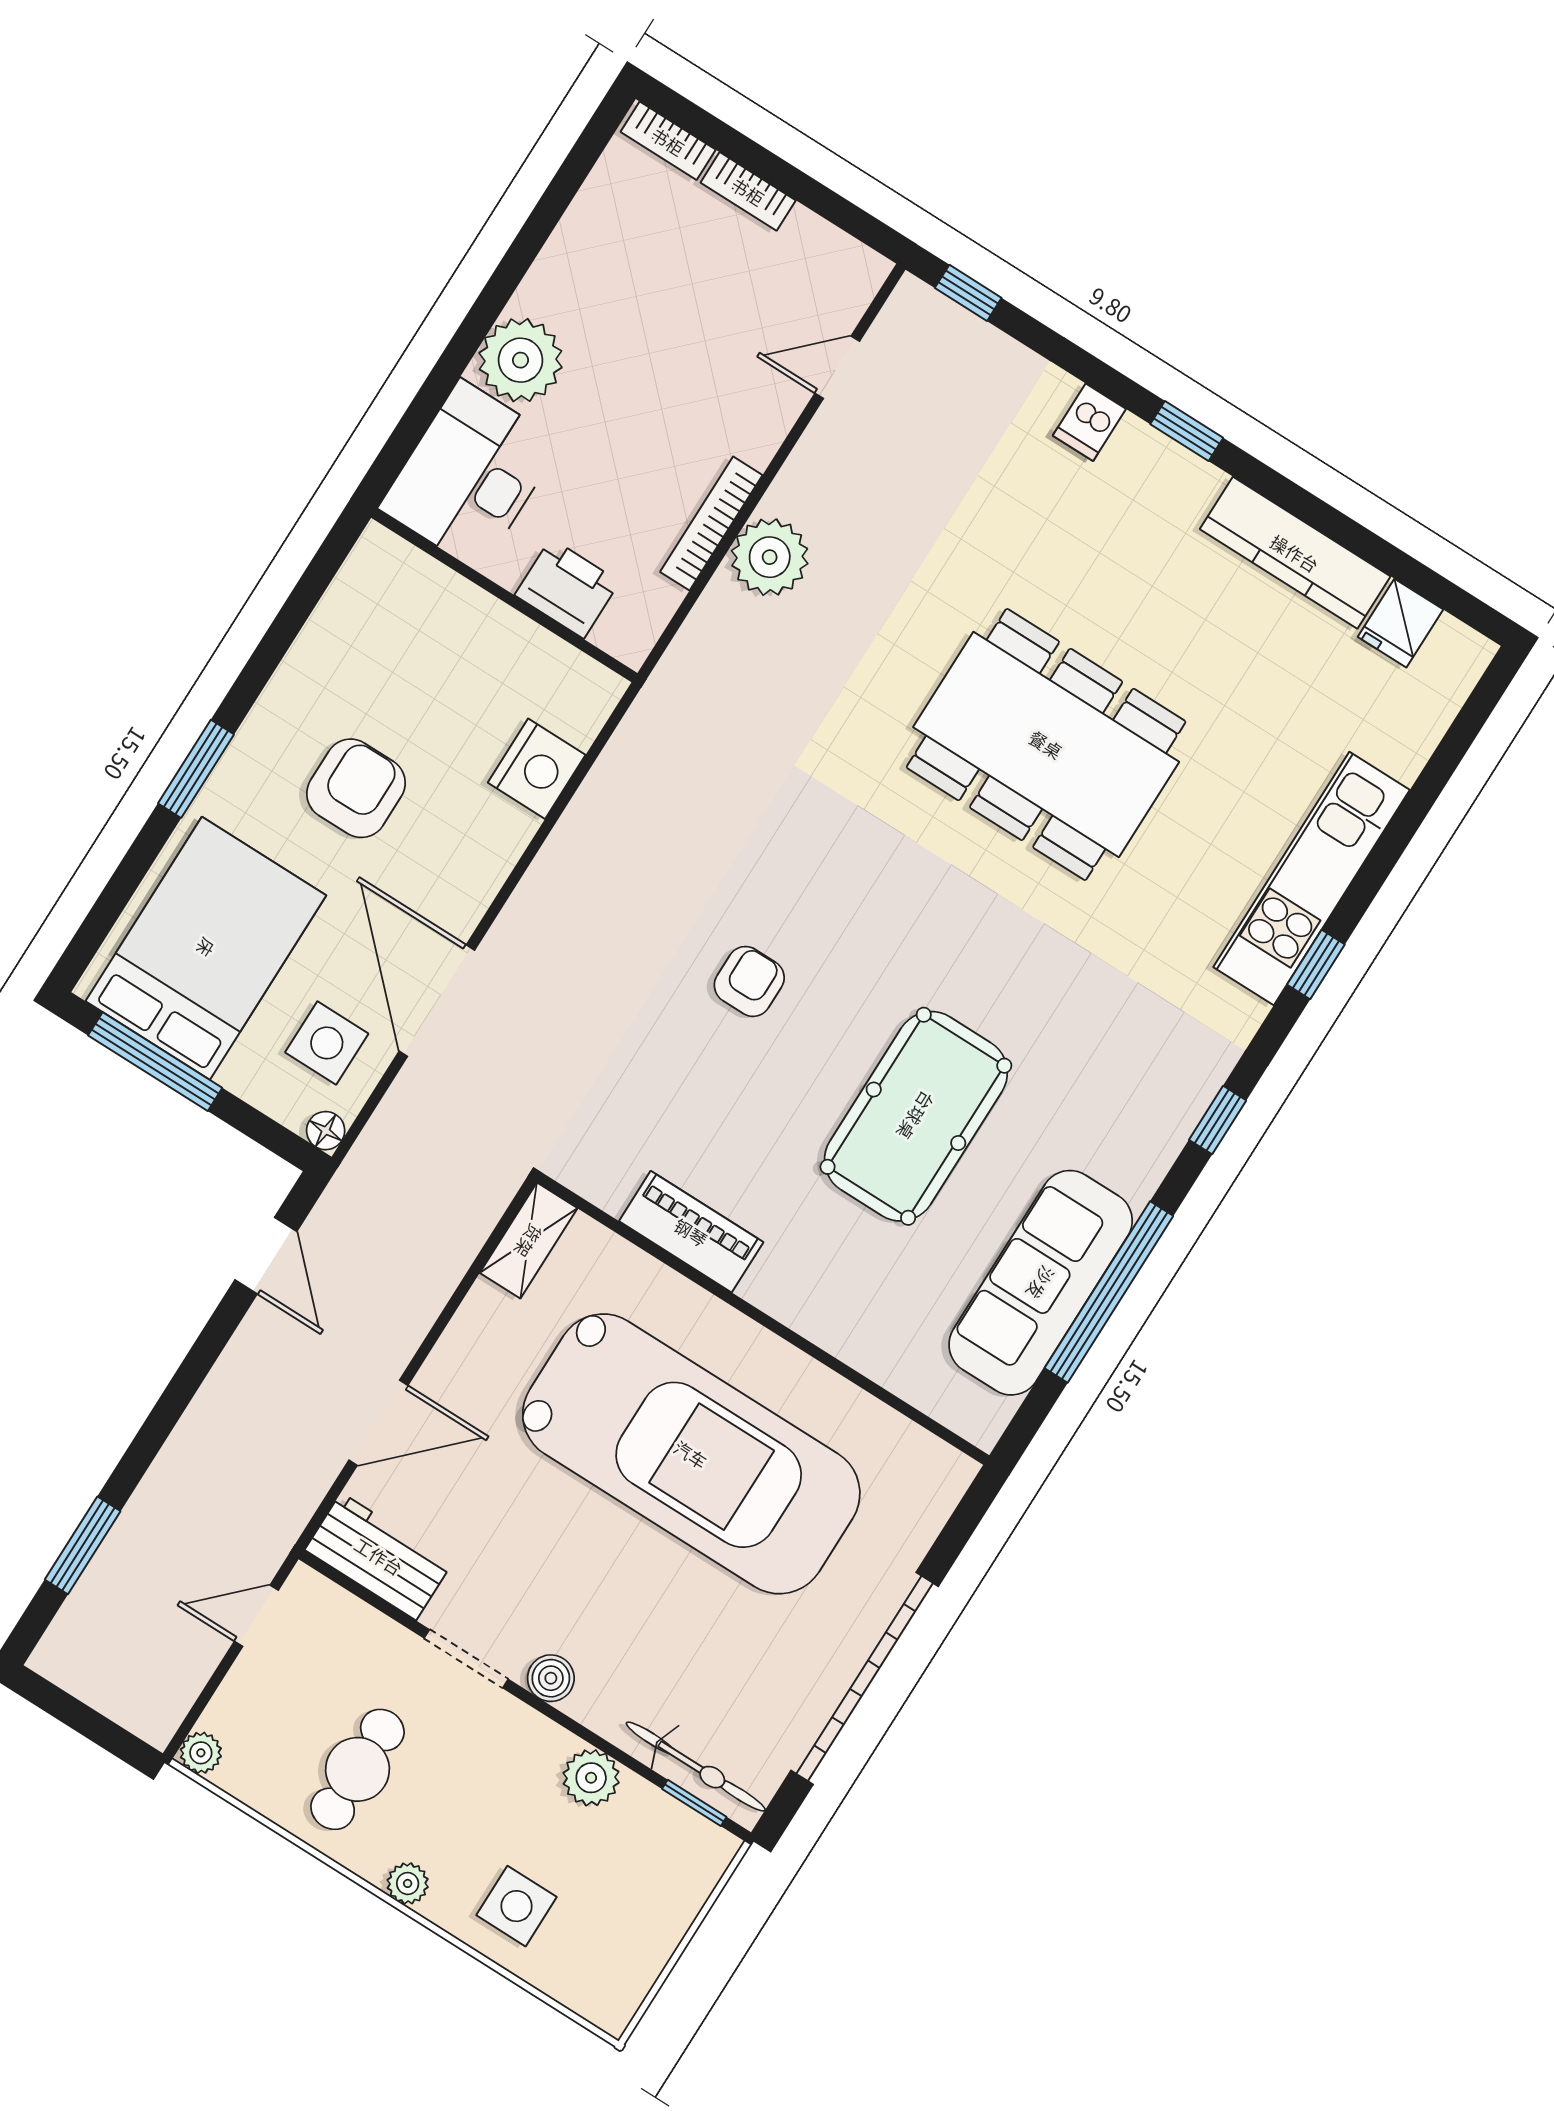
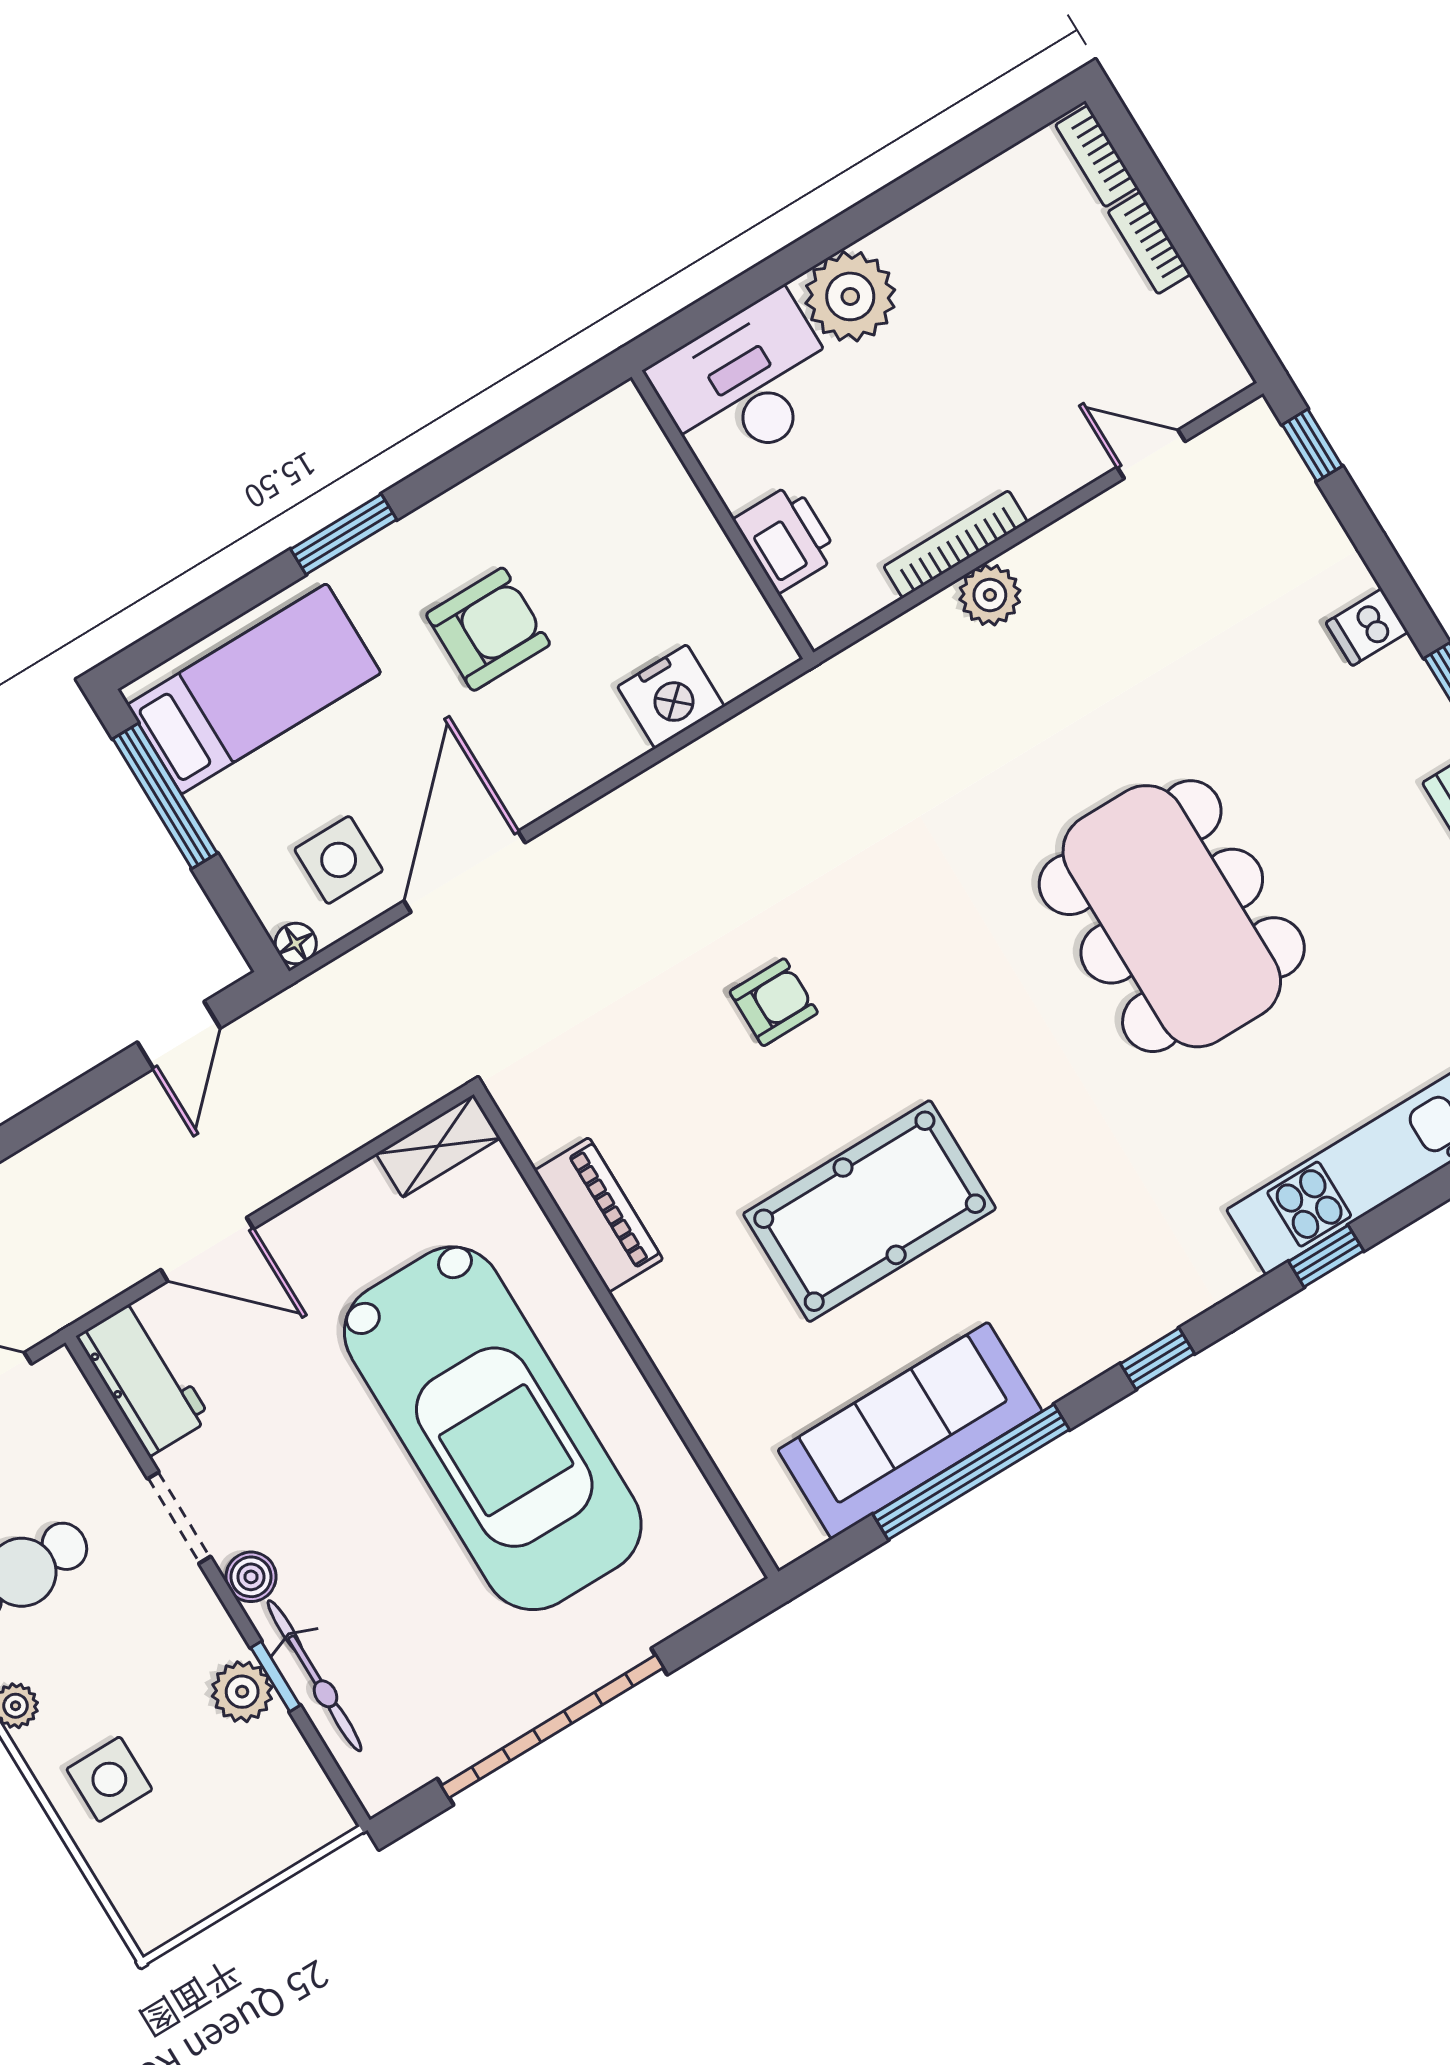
plant: (770, 557) -> (990, 595), width x0.73, depth x0.73
bed: (206, 948) -> (254, 689), width x0.67
bicycle: (696, 1767) -> (315, 1676), moved
window: (694, 1803) -> (275, 1676), moved

